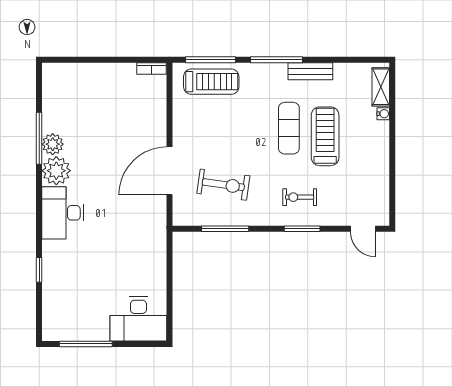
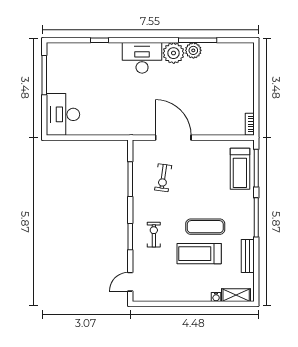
bench: (310, 71) -> (248, 256), moved
treadmill: (325, 136) -> (199, 254), turned 180
exercise bike: (223, 185) -> (163, 178), width x0.73, depth x0.72

